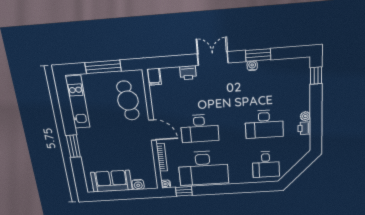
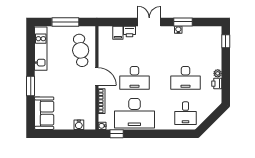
filing cabinet: (154, 77) -> (118, 33), moved
sofa: (111, 181) -> (44, 113), moved, turned 90

